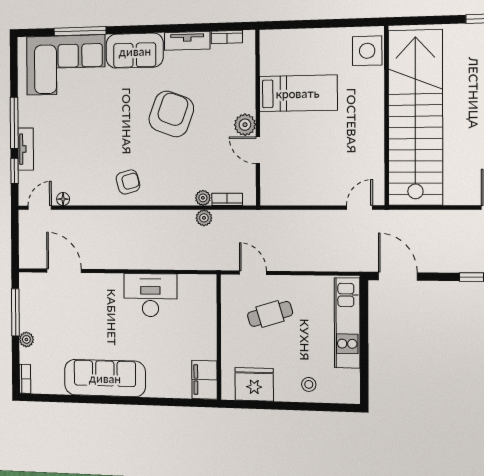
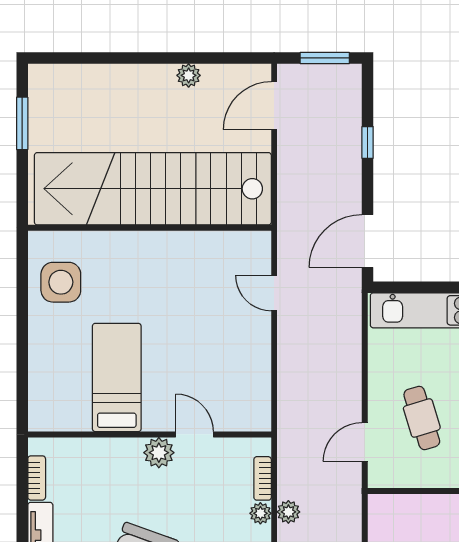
wall: (386, 116) -> (150, 228), moved
stairs: (415, 118) -> (153, 189), moved
door: (258, 150) -> (194, 434), swing flipped

